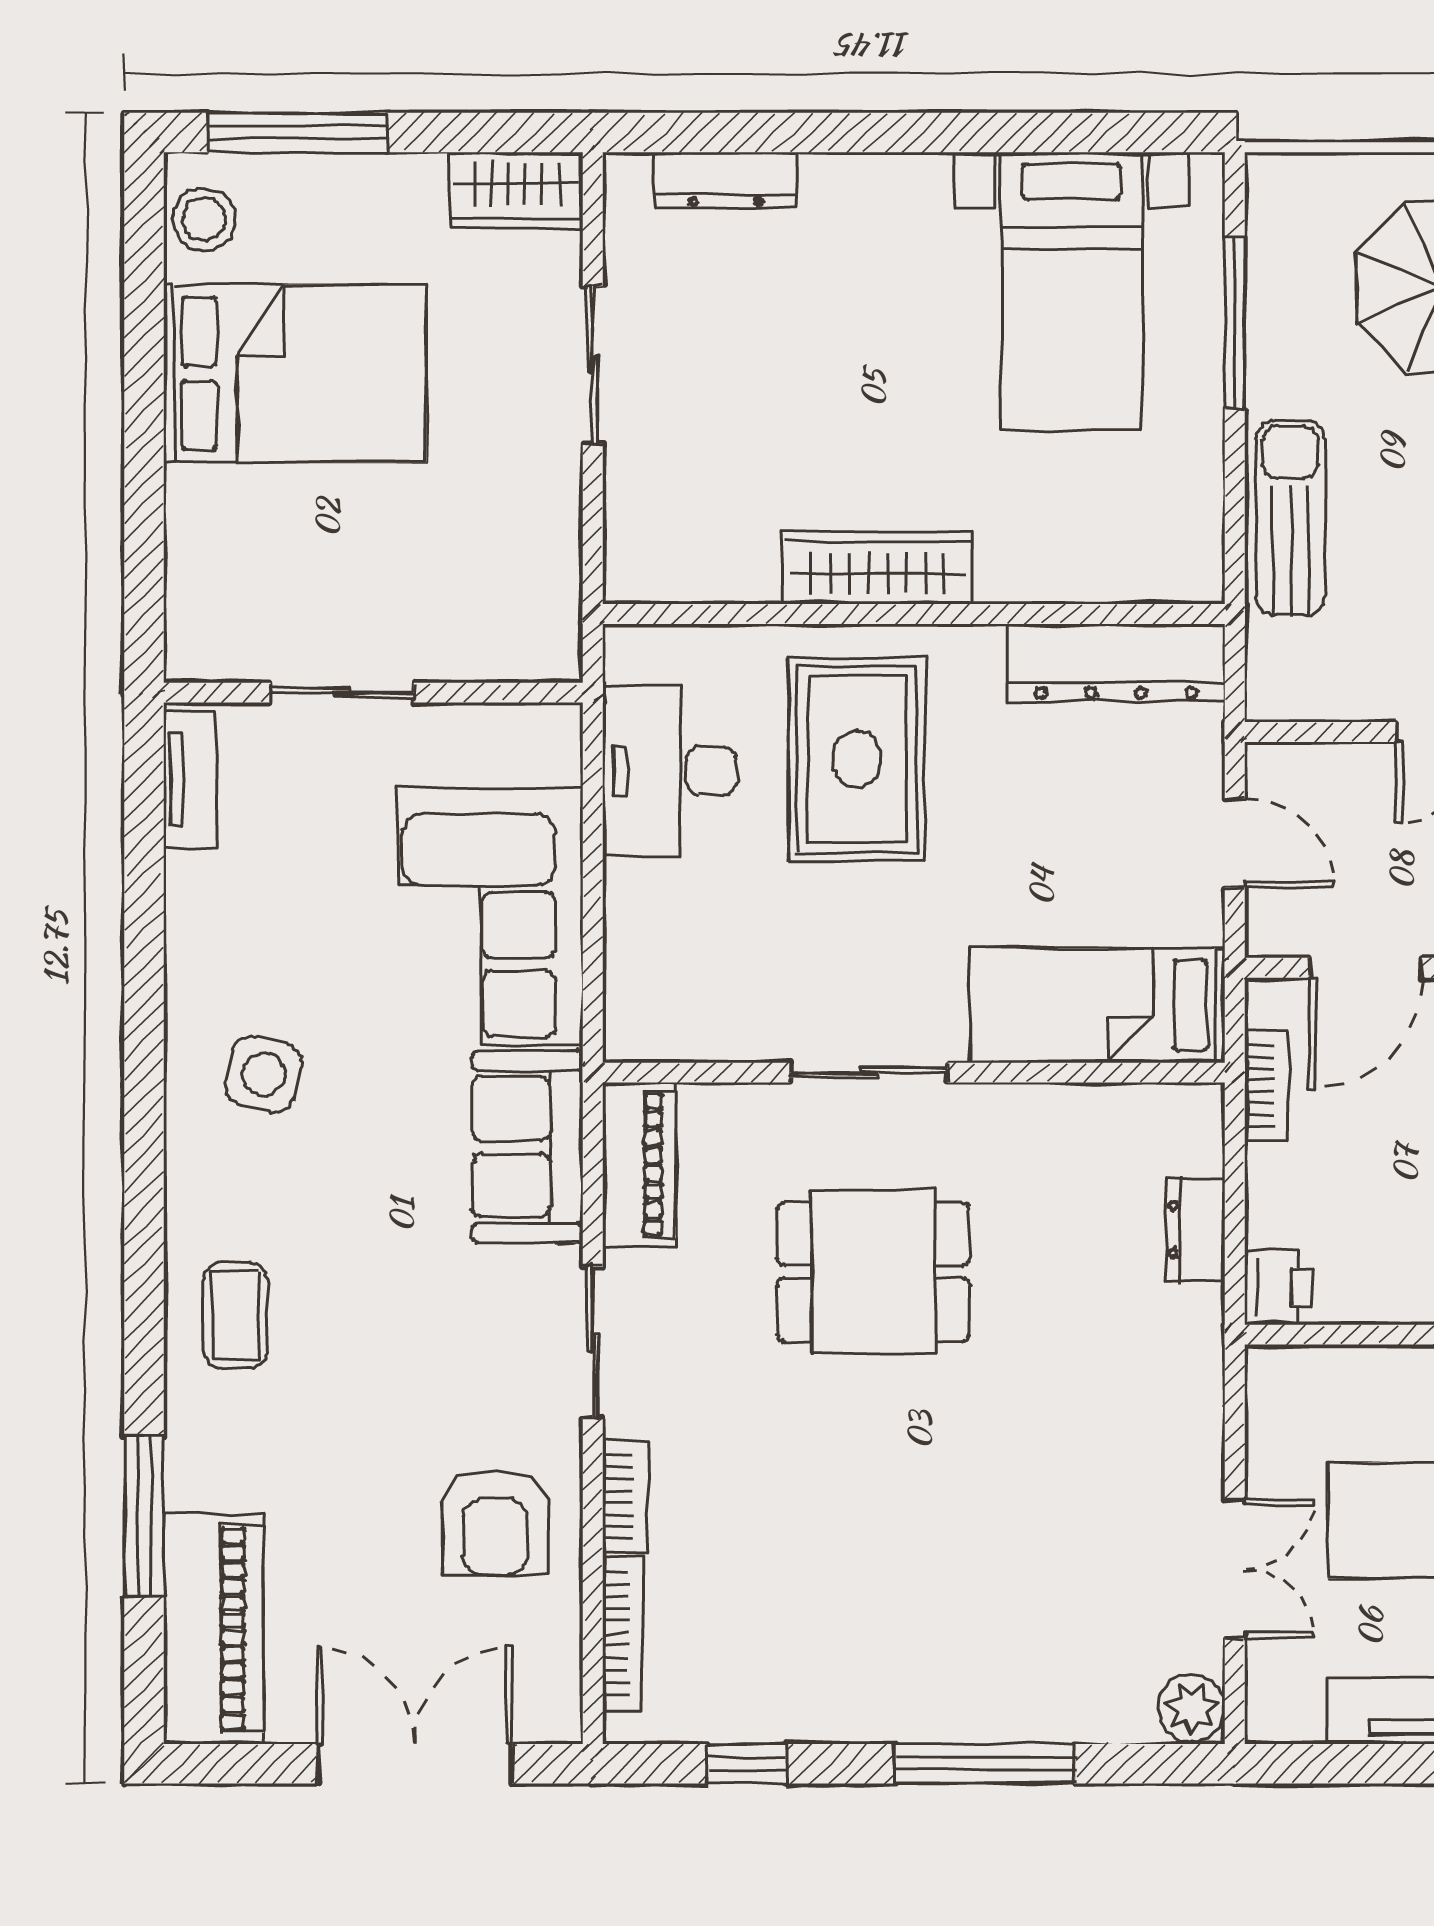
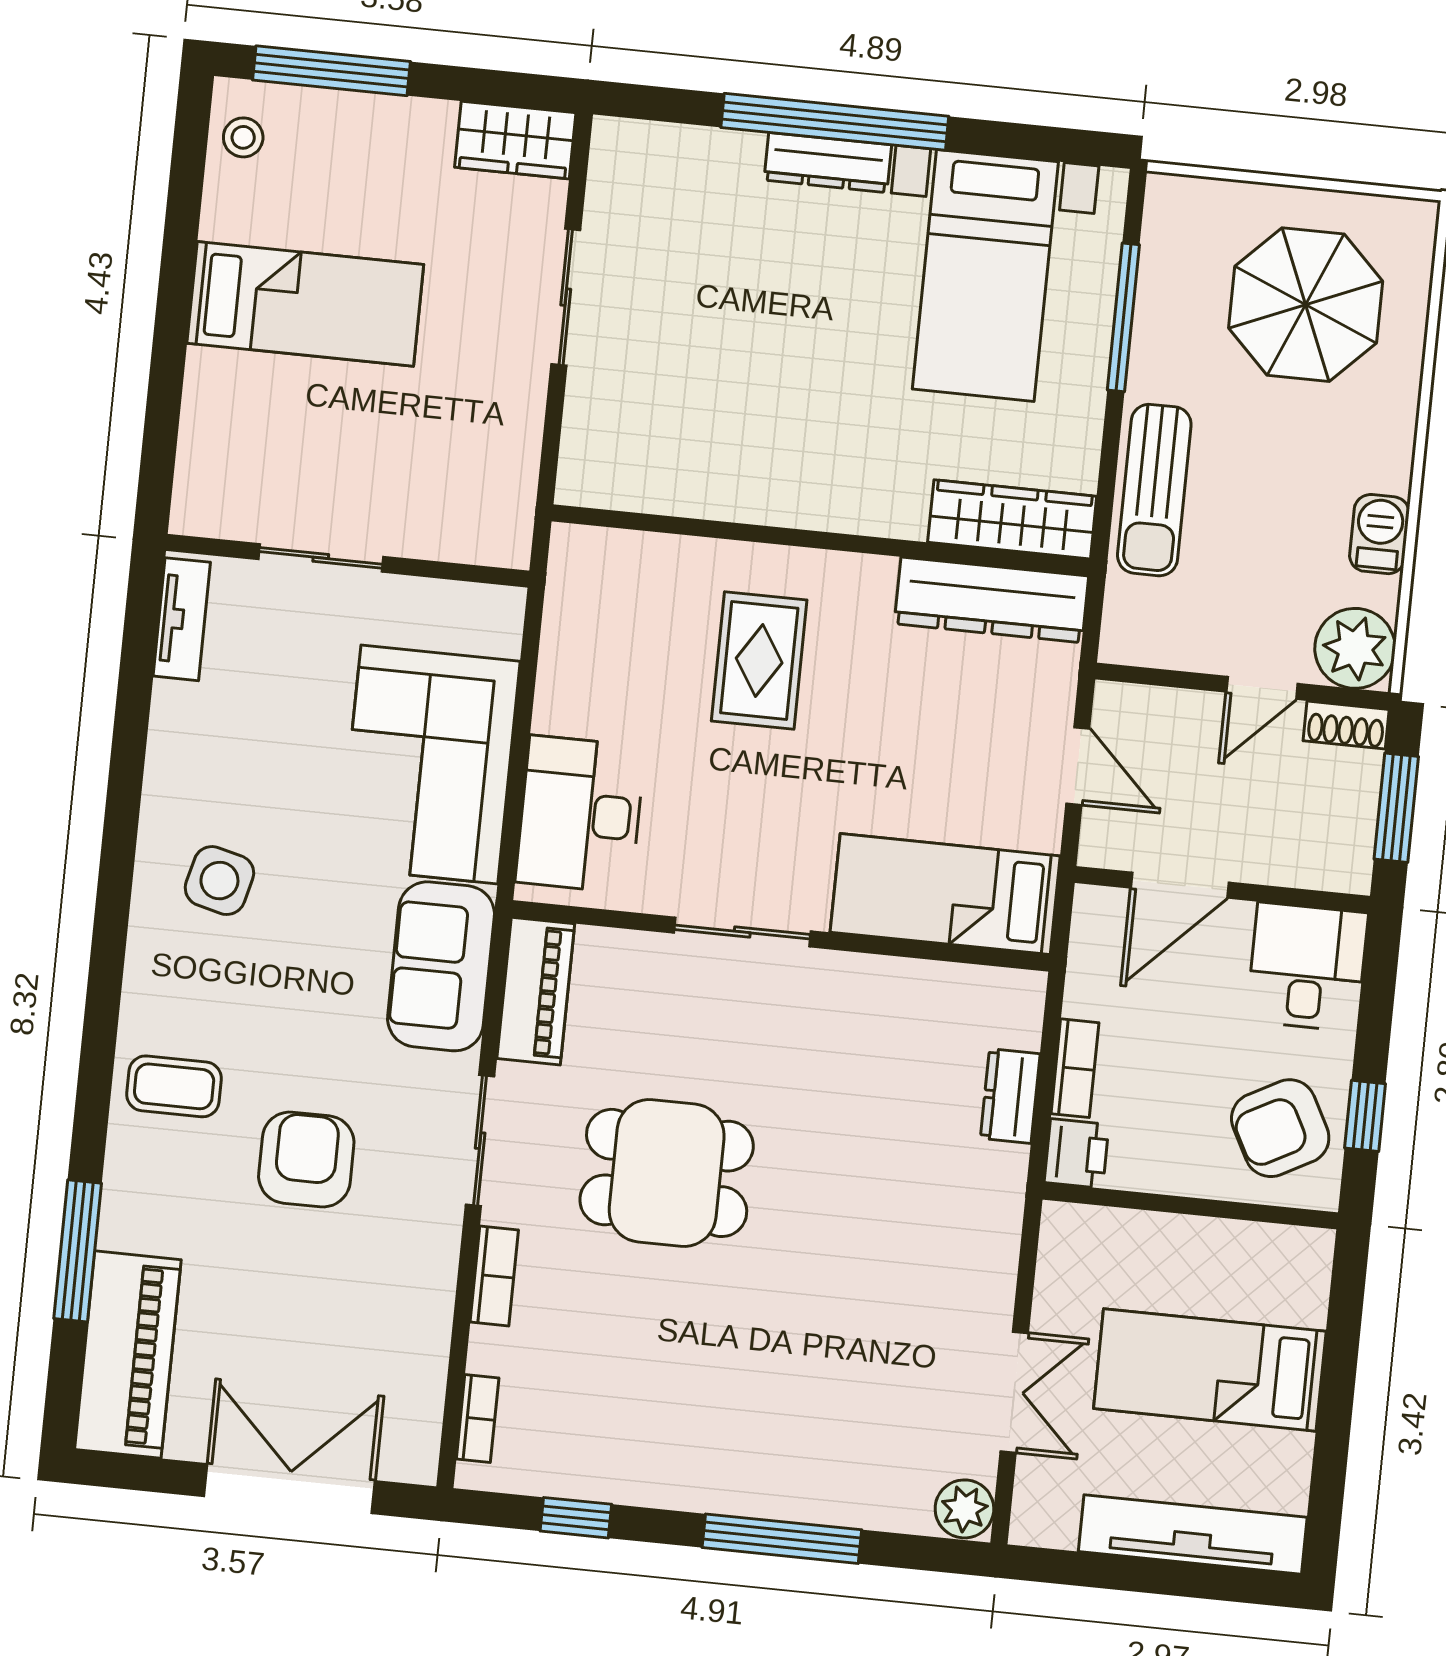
window: (881, 133) -> (835, 122), added
dresser: (726, 180) -> (828, 162), moved
stool: (204, 219) -> (243, 137), width x0.73, depth x0.73
bed: (295, 373) -> (305, 304), width x0.67
sun lounger: (1290, 518) -> (1154, 490), turned 180
wardrobe: (878, 568) -> (1012, 519), moved
rug: (857, 759) -> (759, 661), width x0.73, depth x0.70
desk: (670, 771) -> (580, 814), moved
bookcase: (1267, 1086) -> (1075, 1068), moved
dining table: (873, 1272) -> (667, 1173), moved
coffee table: (235, 1316) -> (174, 1086), turned 90
armchair: (495, 1522) -> (306, 1160), moved, turned 180
bookcase: (622, 1634) -> (478, 1418), width x0.64

